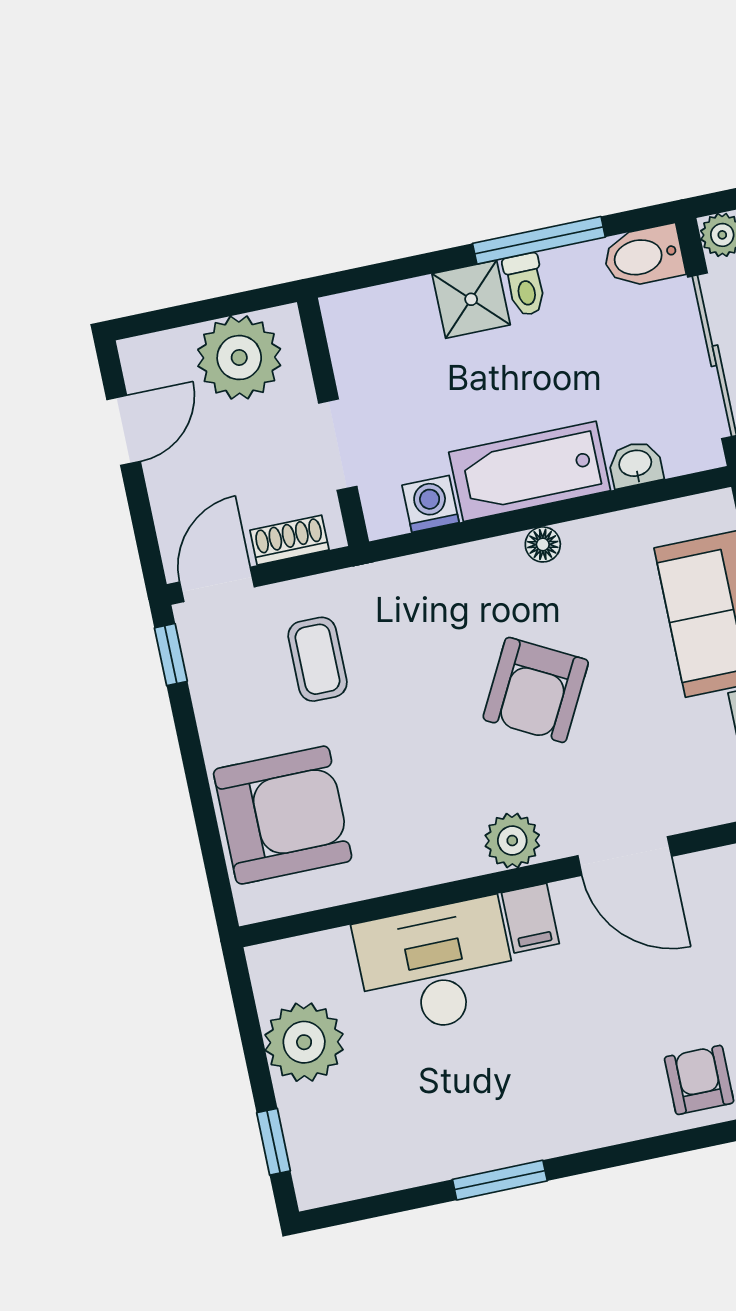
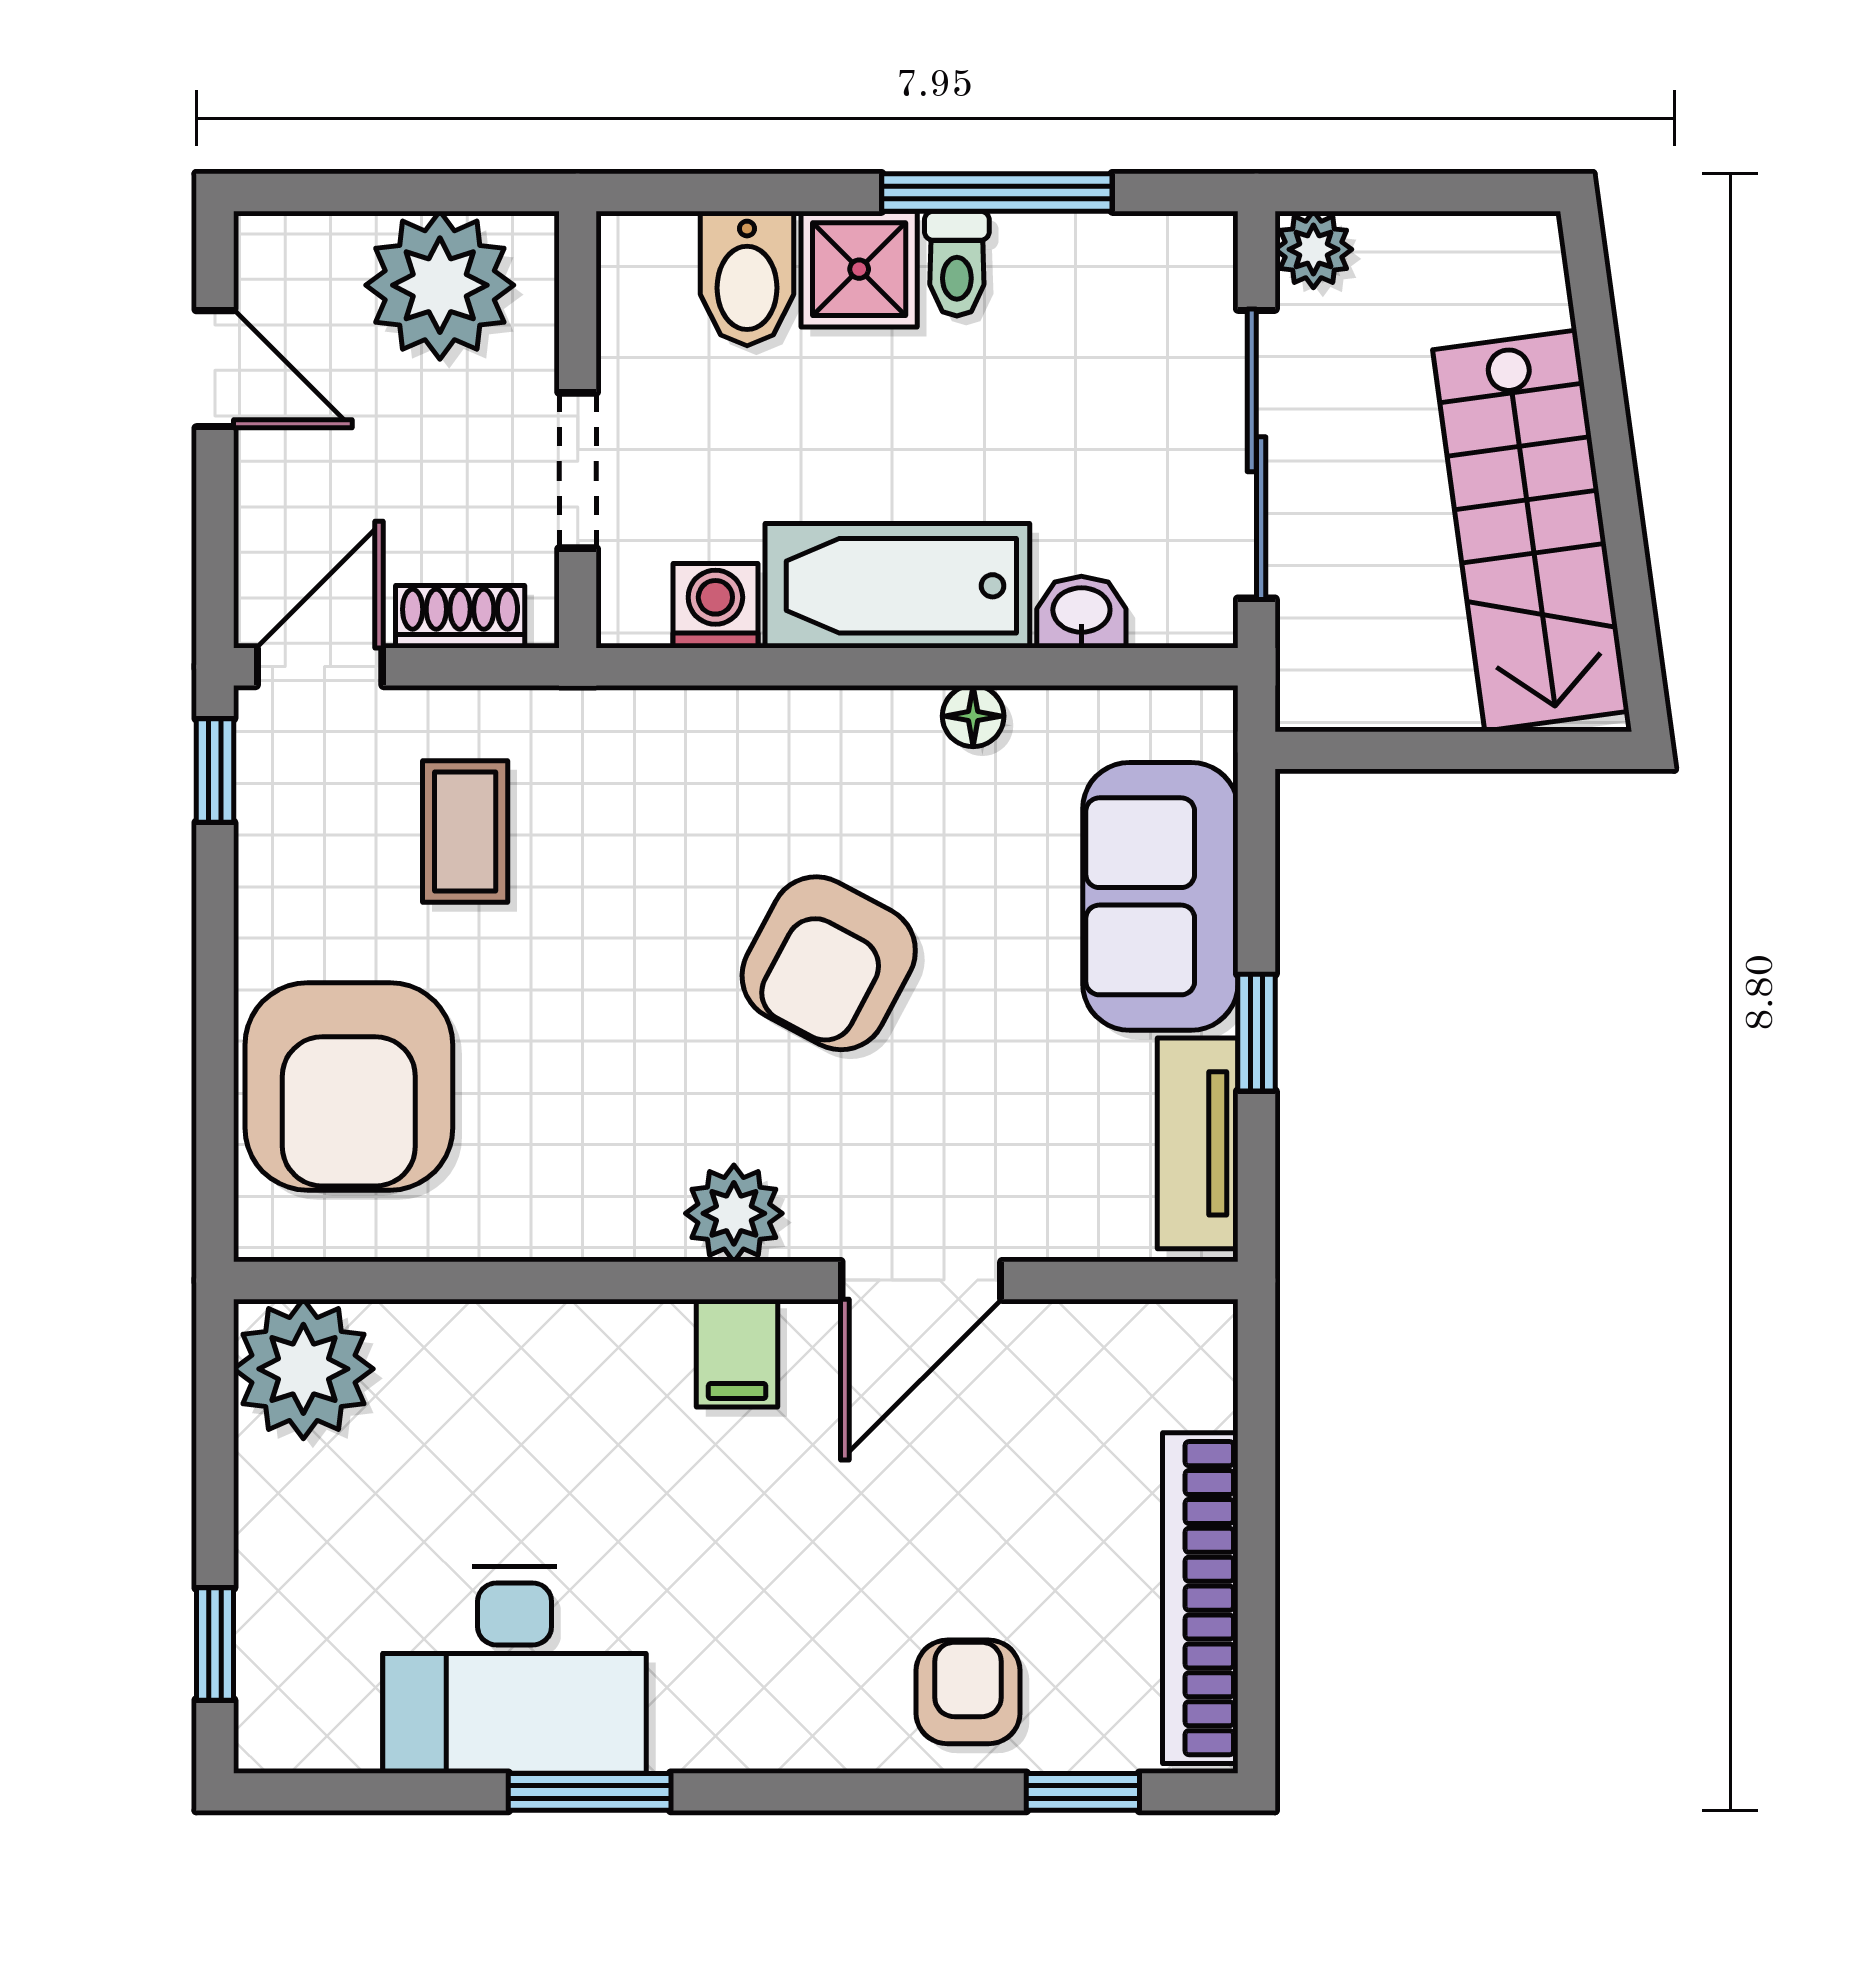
bidet: (643, 256) -> (747, 278), moved, turned -90
door: (124, 430) -> (215, 369), hinge flipped
floor lamp: (543, 544) -> (973, 716), moved
armchair: (283, 815) -> (349, 1086), turned 90
door: (625, 856) -> (921, 1280), hinge flipped
desk: (436, 967) -> (515, 1670), moved, turned 180
plant: (304, 1042) -> (303, 1369), moved

